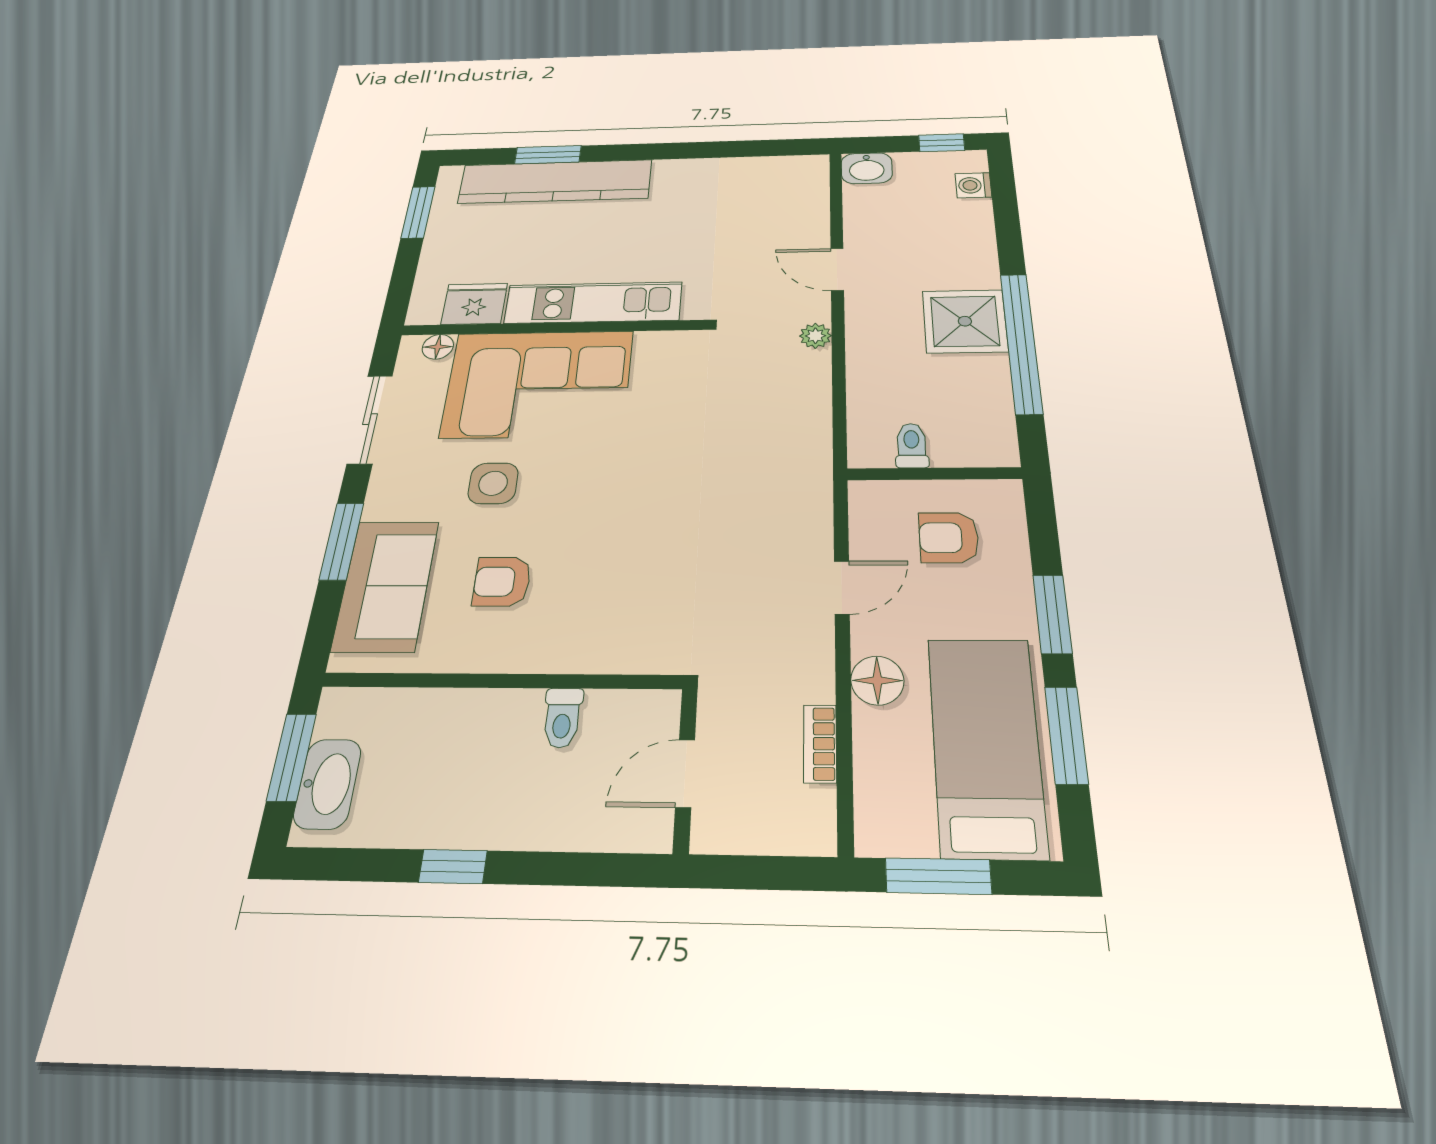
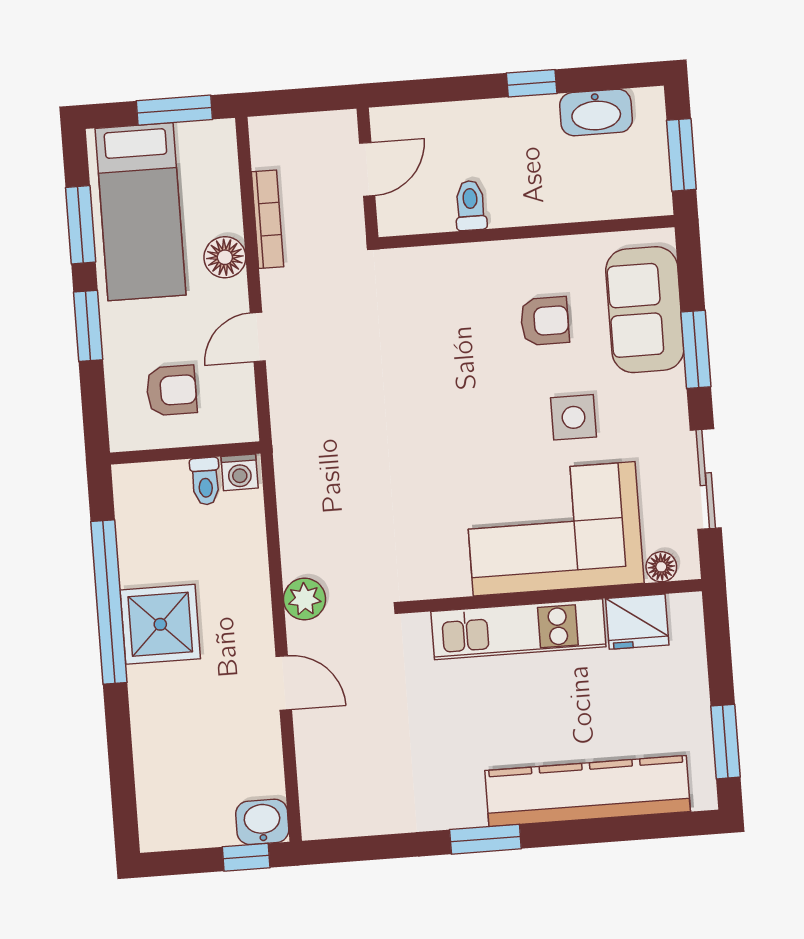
window: (942, 143) -> (246, 857), moved
window: (548, 155) -> (485, 839), moved
washing machine: (973, 185) -> (240, 472), moved, turned 90
plant: (815, 336) -> (305, 599), width x1.38, depth x1.38
bookcase: (820, 744) -> (267, 219), width x1.56
washbasin: (327, 784) -> (596, 112), moved, turned -90

